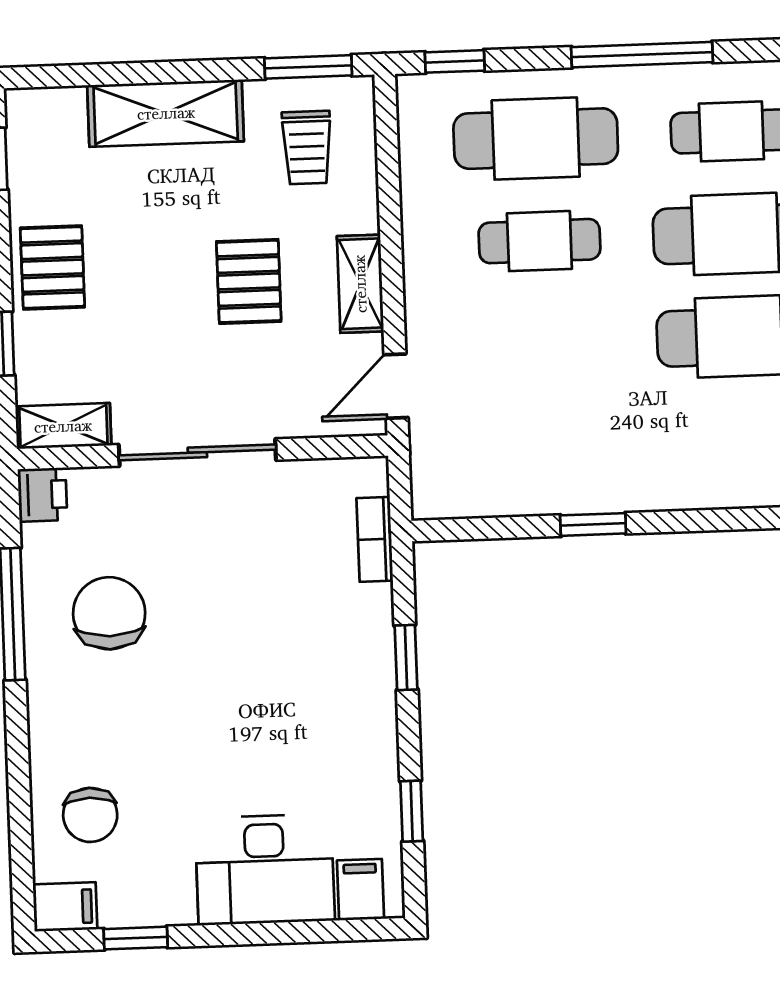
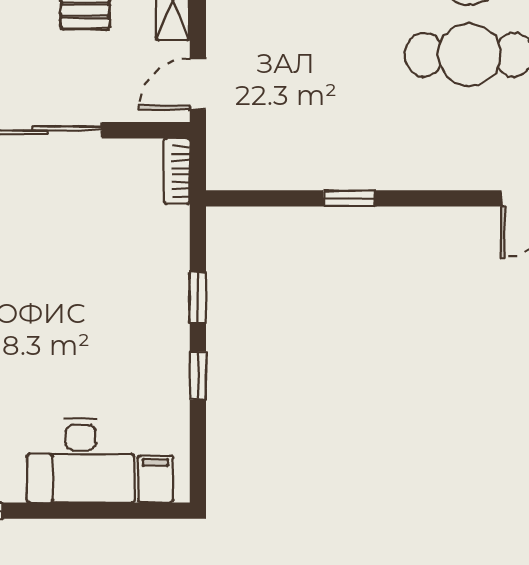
bookcase: (375, 539) -> (177, 171), moved
window: (412, 811) -> (198, 376), moved

